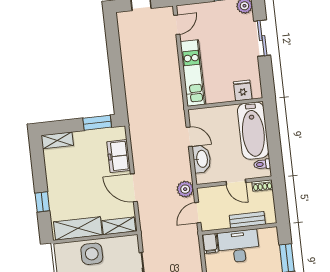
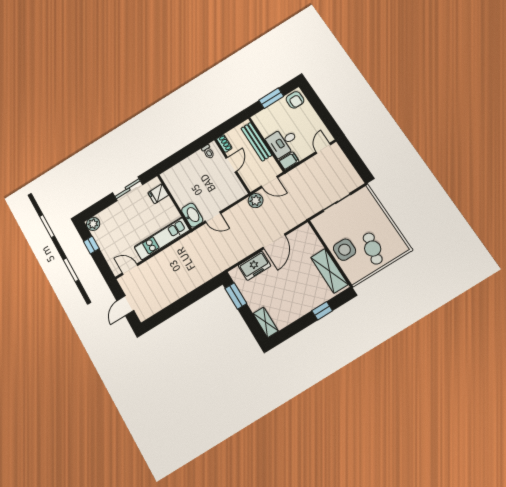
sliding door: (262, 38) -> (128, 189), moved
bathtub: (253, 131) -> (185, 171), removed
door: (189, 137) -> (213, 217), swing flipped
washbasin: (202, 159) -> (192, 215), moved, turned 90
bench: (247, 220) -> (256, 142), width x1.36
shelving: (119, 226) -> (311, 239), removed
desk: (239, 246) -> (283, 142), width x0.73

